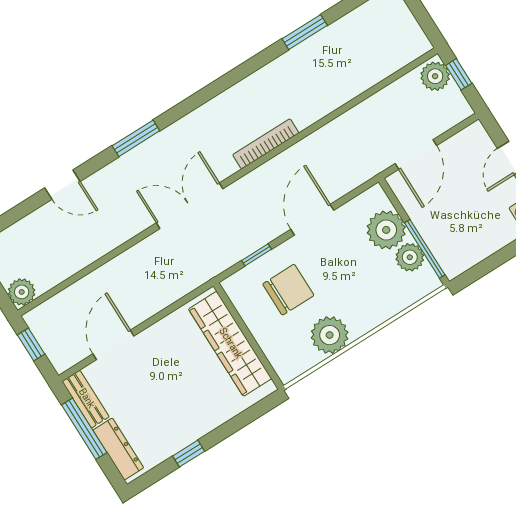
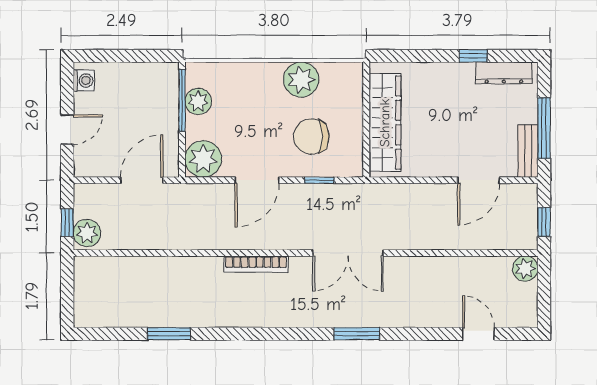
door: (62, 185) -> (478, 334), moved
plant: (386, 230) -> (203, 159), moved
dresser: (118, 449) -> (504, 73), moved, turned -90

